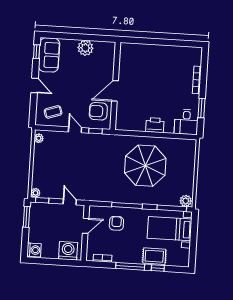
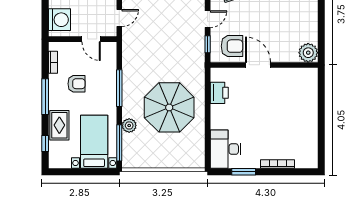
plant: (85, 48) -> (308, 53), moved
armchair: (98, 111) -> (232, 46), turned 90
desk: (186, 122) -> (226, 149), width x1.37
printer: (155, 125) -> (219, 93), moved
plant: (186, 201) -> (129, 125), moved
armchair: (116, 223) -> (76, 84), moved
window: (158, 268) -> (45, 143), moved

